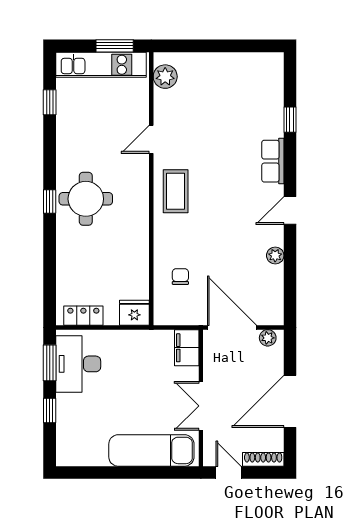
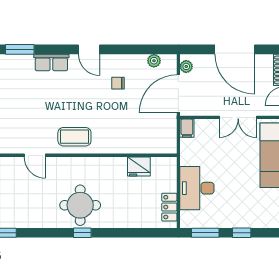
window: (290, 120) -> (20, 49), width x1.50
plant: (275, 256) -> (154, 61), moved
chair: (180, 277) -> (118, 83), moved
fridge: (134, 313) -> (139, 167), moved, turned -90
filing cabinet: (187, 348) -> (187, 128), width x0.50
desk: (78, 364) -> (197, 188), moved, turned 90

